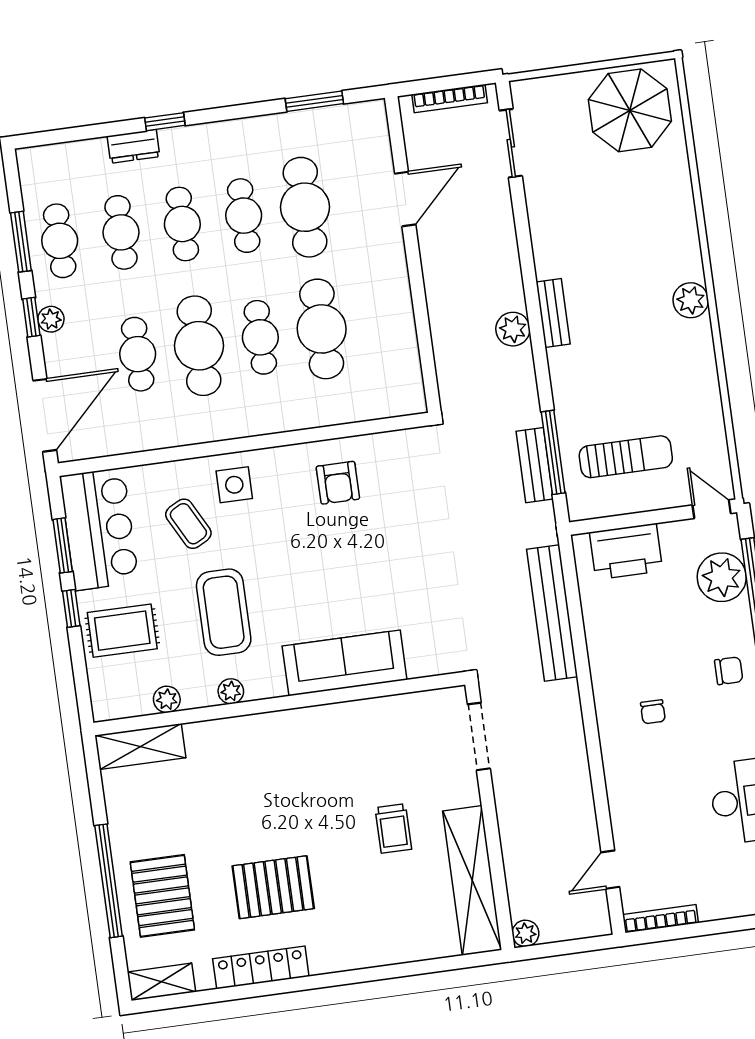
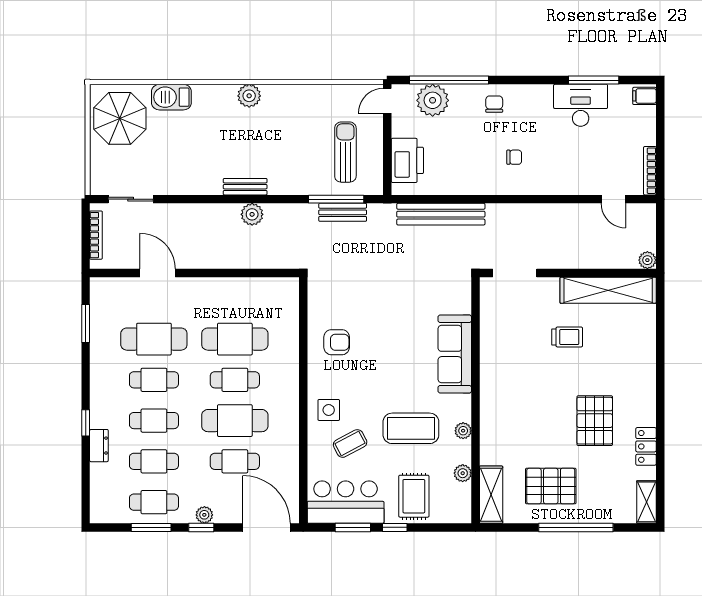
barbecue: (673, 184) -> (171, 97), added
pallet: (162, 896) -> (551, 486), moved
locker: (261, 967) -> (646, 446), width x0.66

